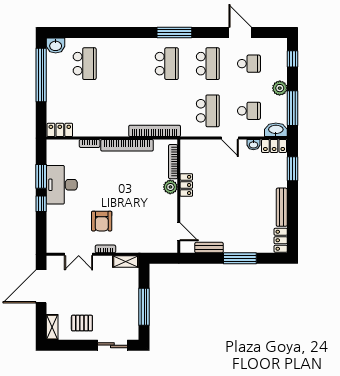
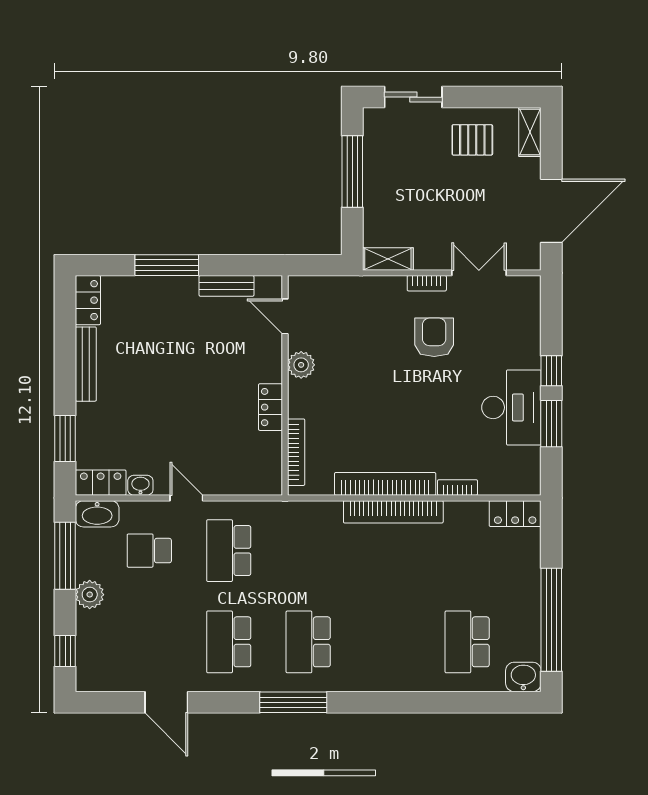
school desk: (249, 64) -> (149, 642), removed
bookcase: (155, 131) -> (393, 512), moved
plant: (170, 187) -> (301, 365), moved

